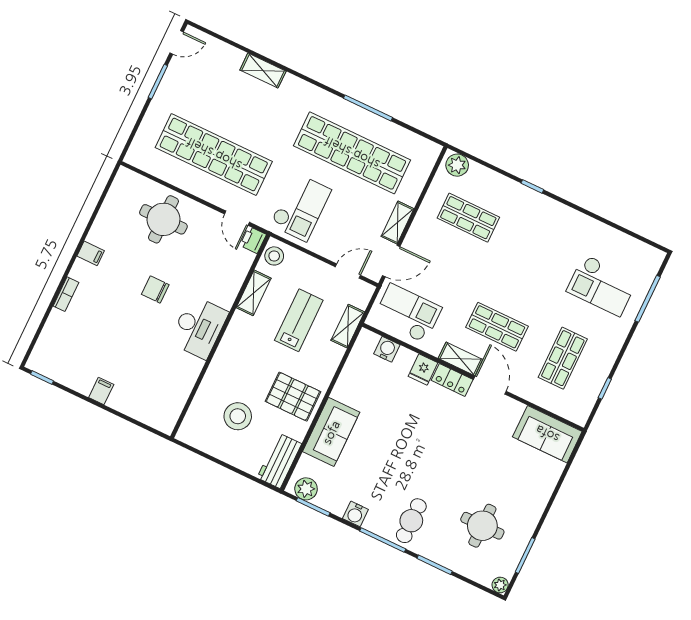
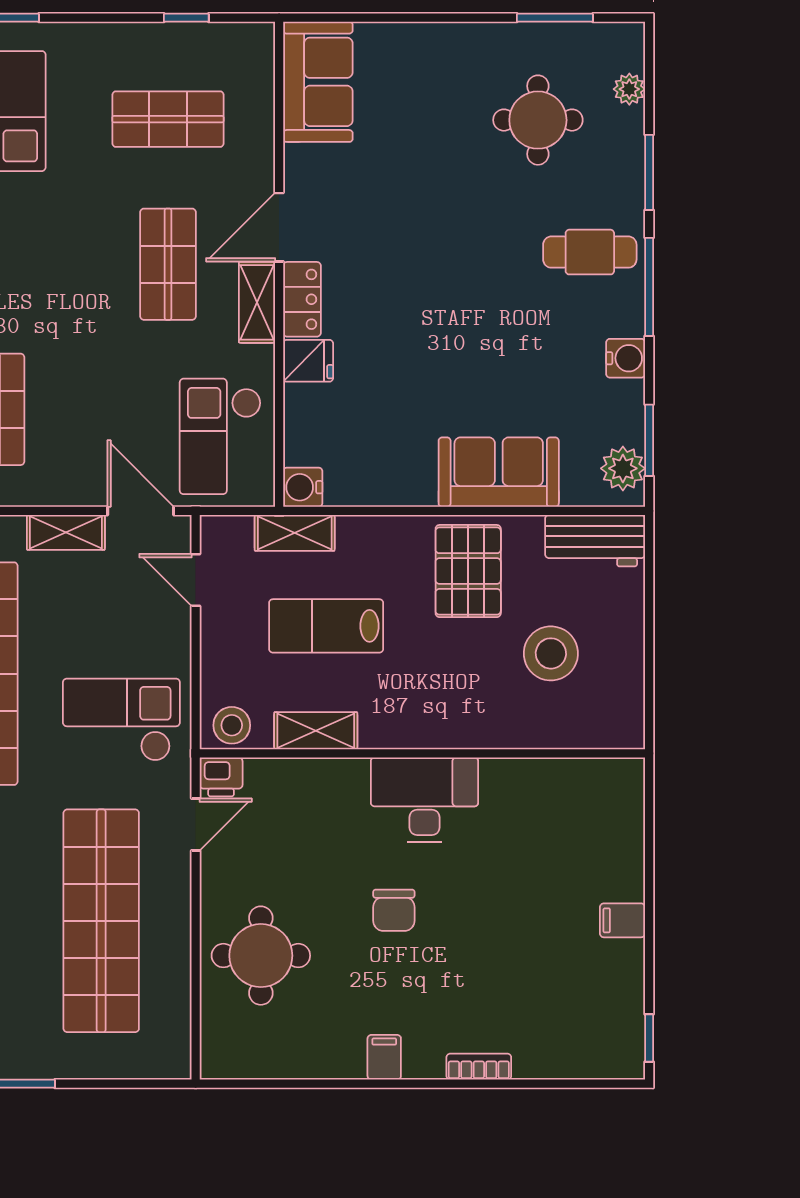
water cooler: (387, 349) -> (303, 487), moved
plant: (500, 585) -> (629, 89), moved

